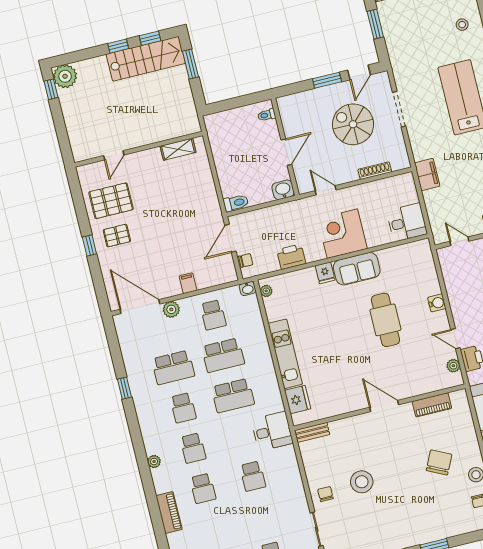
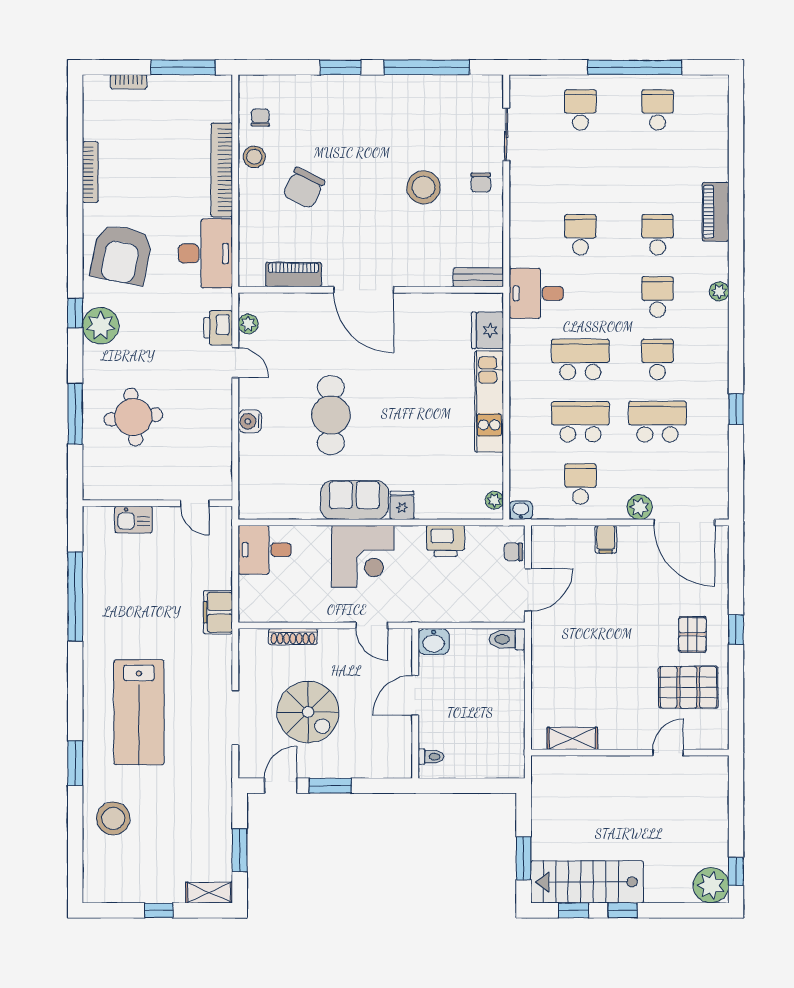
stool: (462, 25) -> (113, 818), width x1.89, depth x1.89
pallet: (117, 236) -> (692, 634), turned 90
door: (384, 406) -> (364, 290), width x1.36

